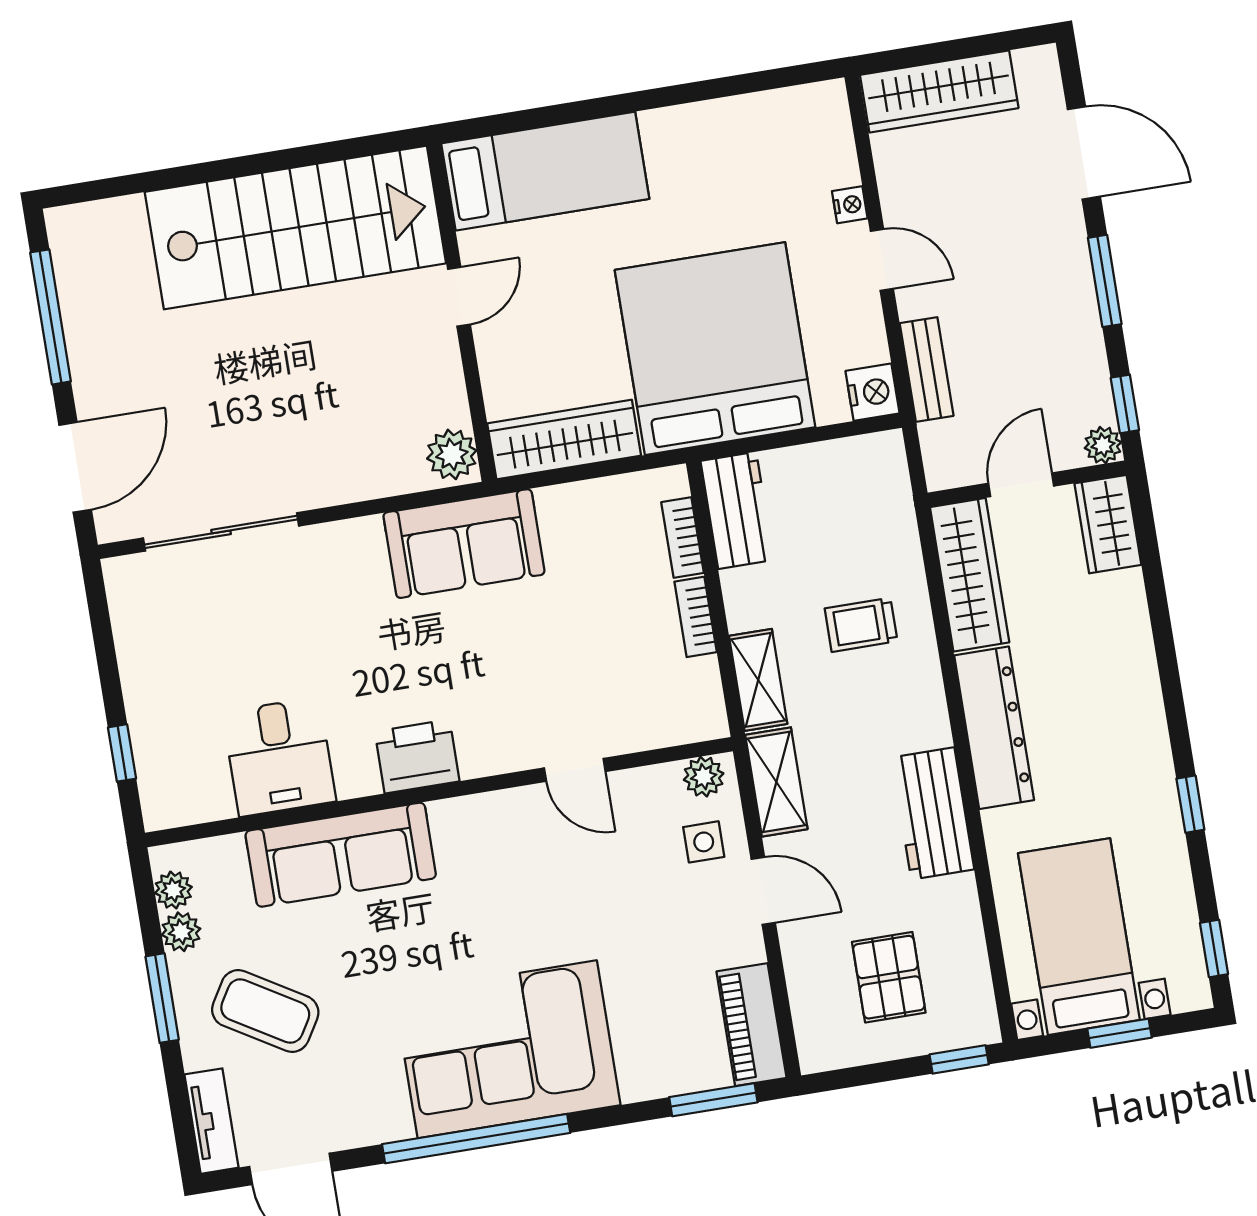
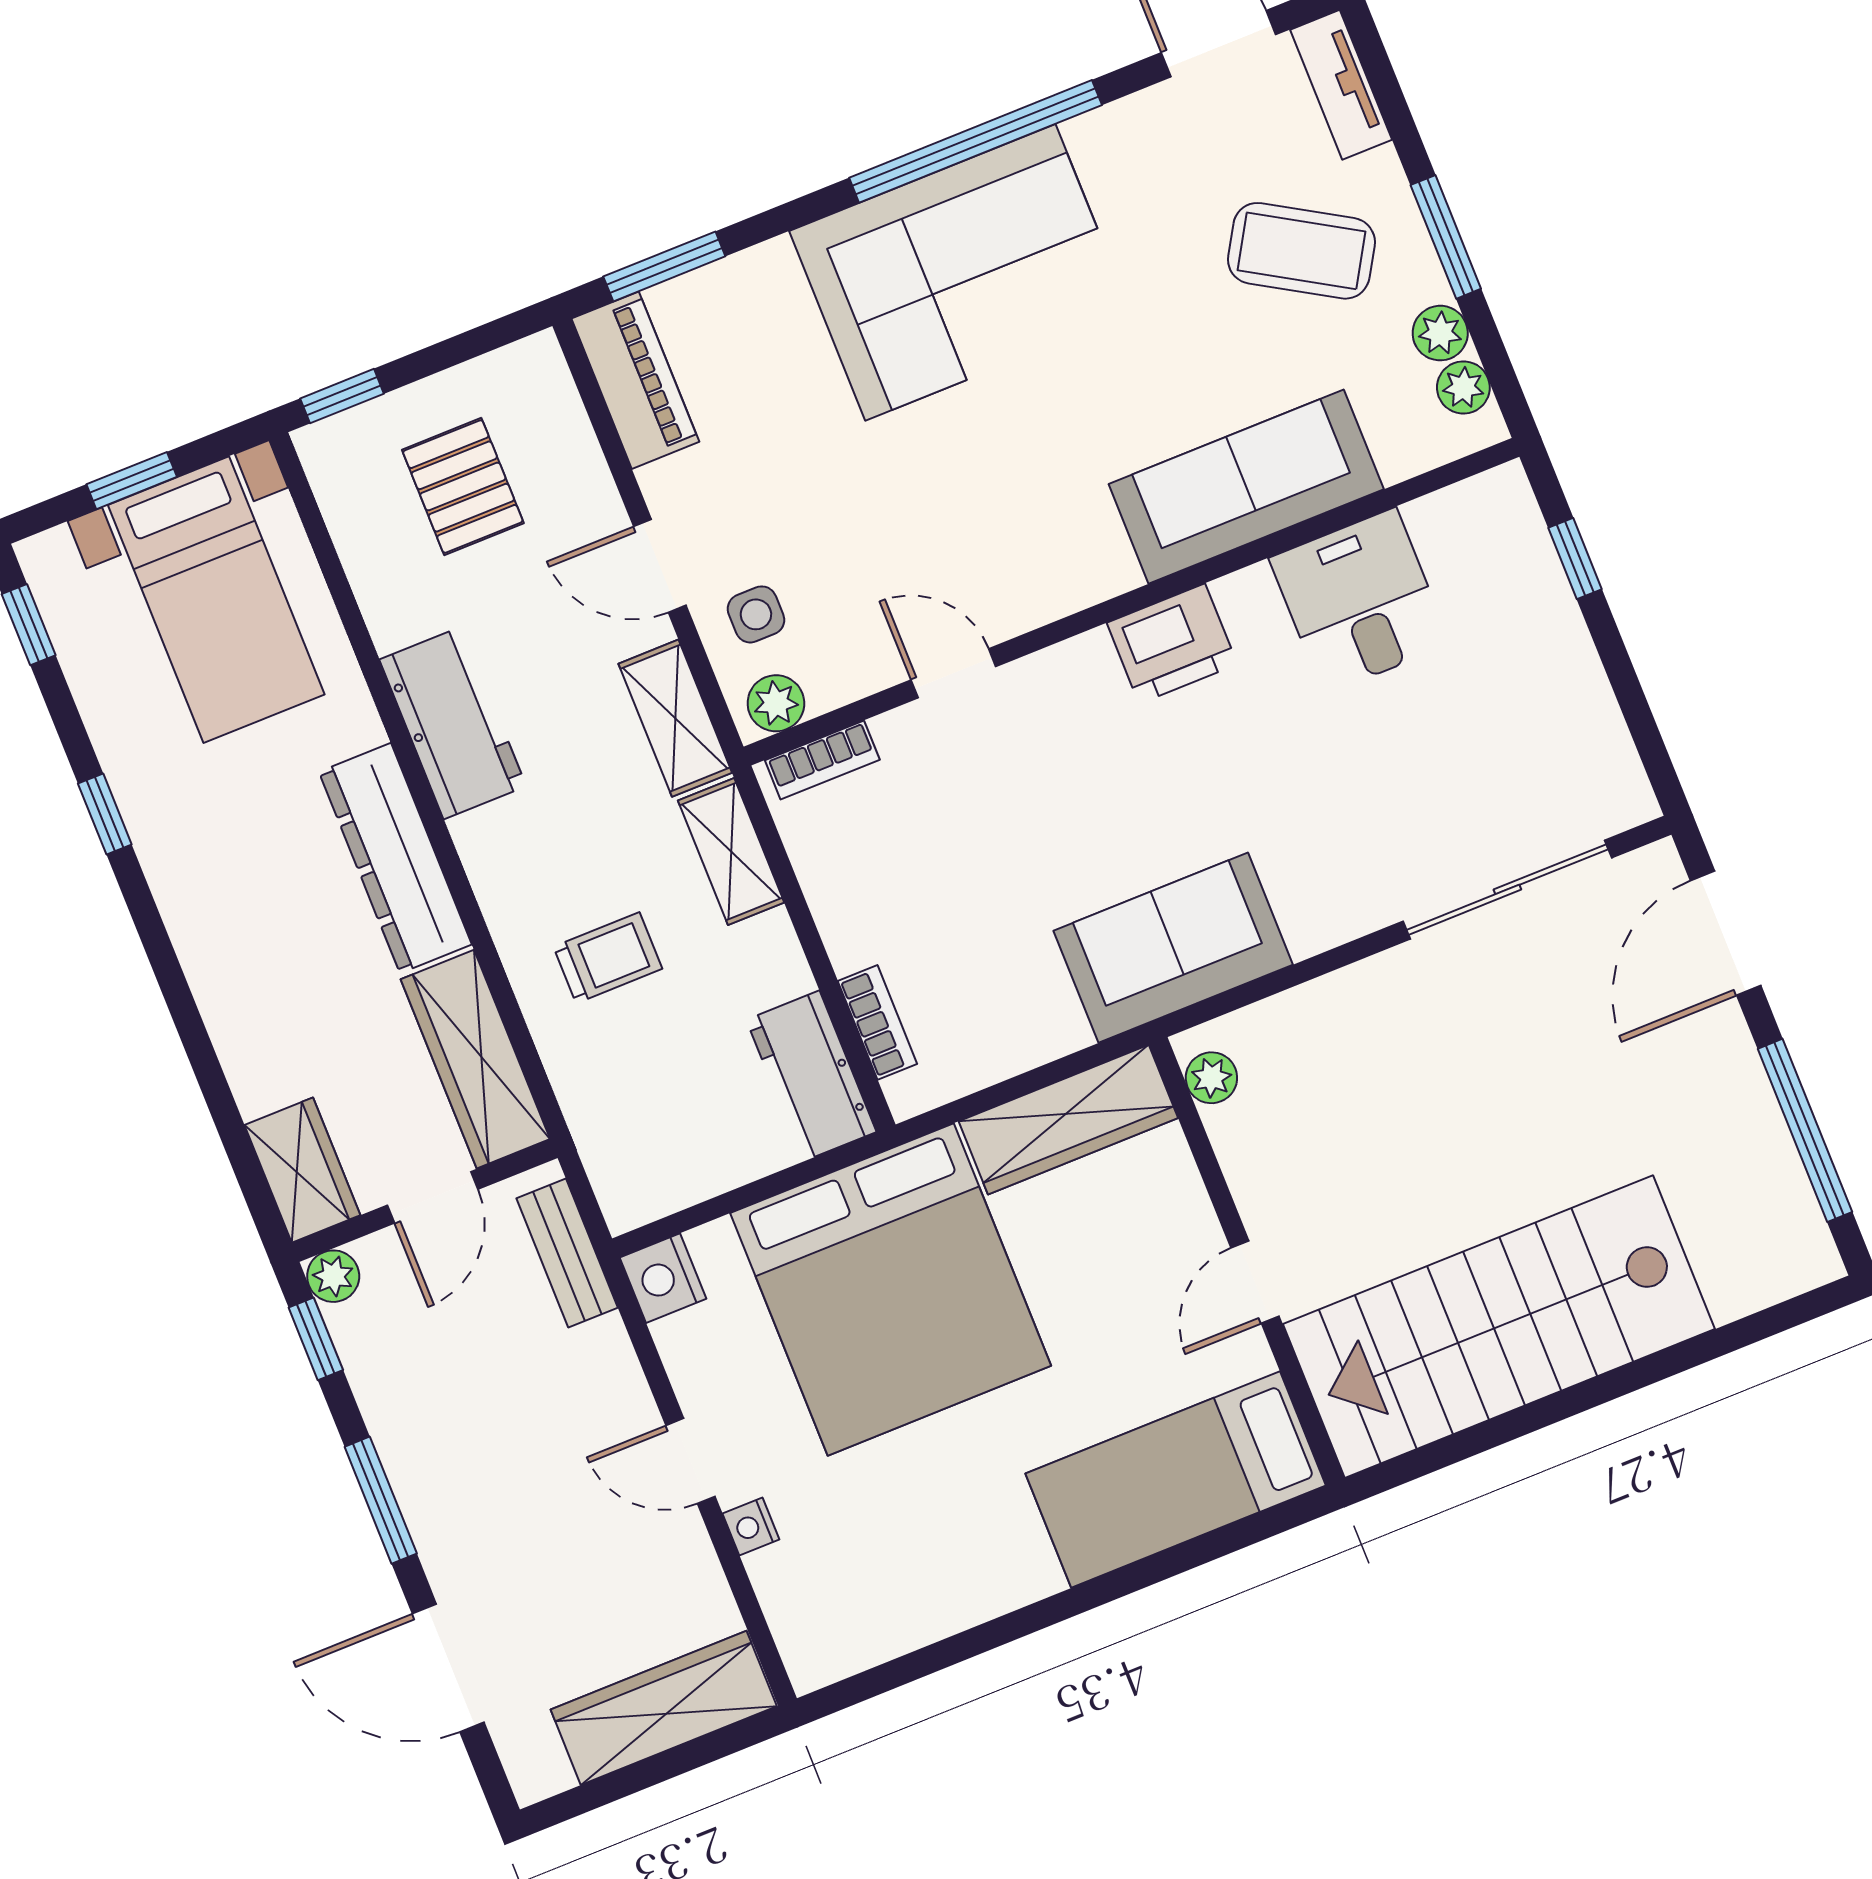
bench: (927, 370) -> (567, 1253), moved
plant: (452, 454) -> (1211, 1078), width x0.73, depth x0.73
bookcase: (696, 617) -> (822, 760), moved, turned 90

